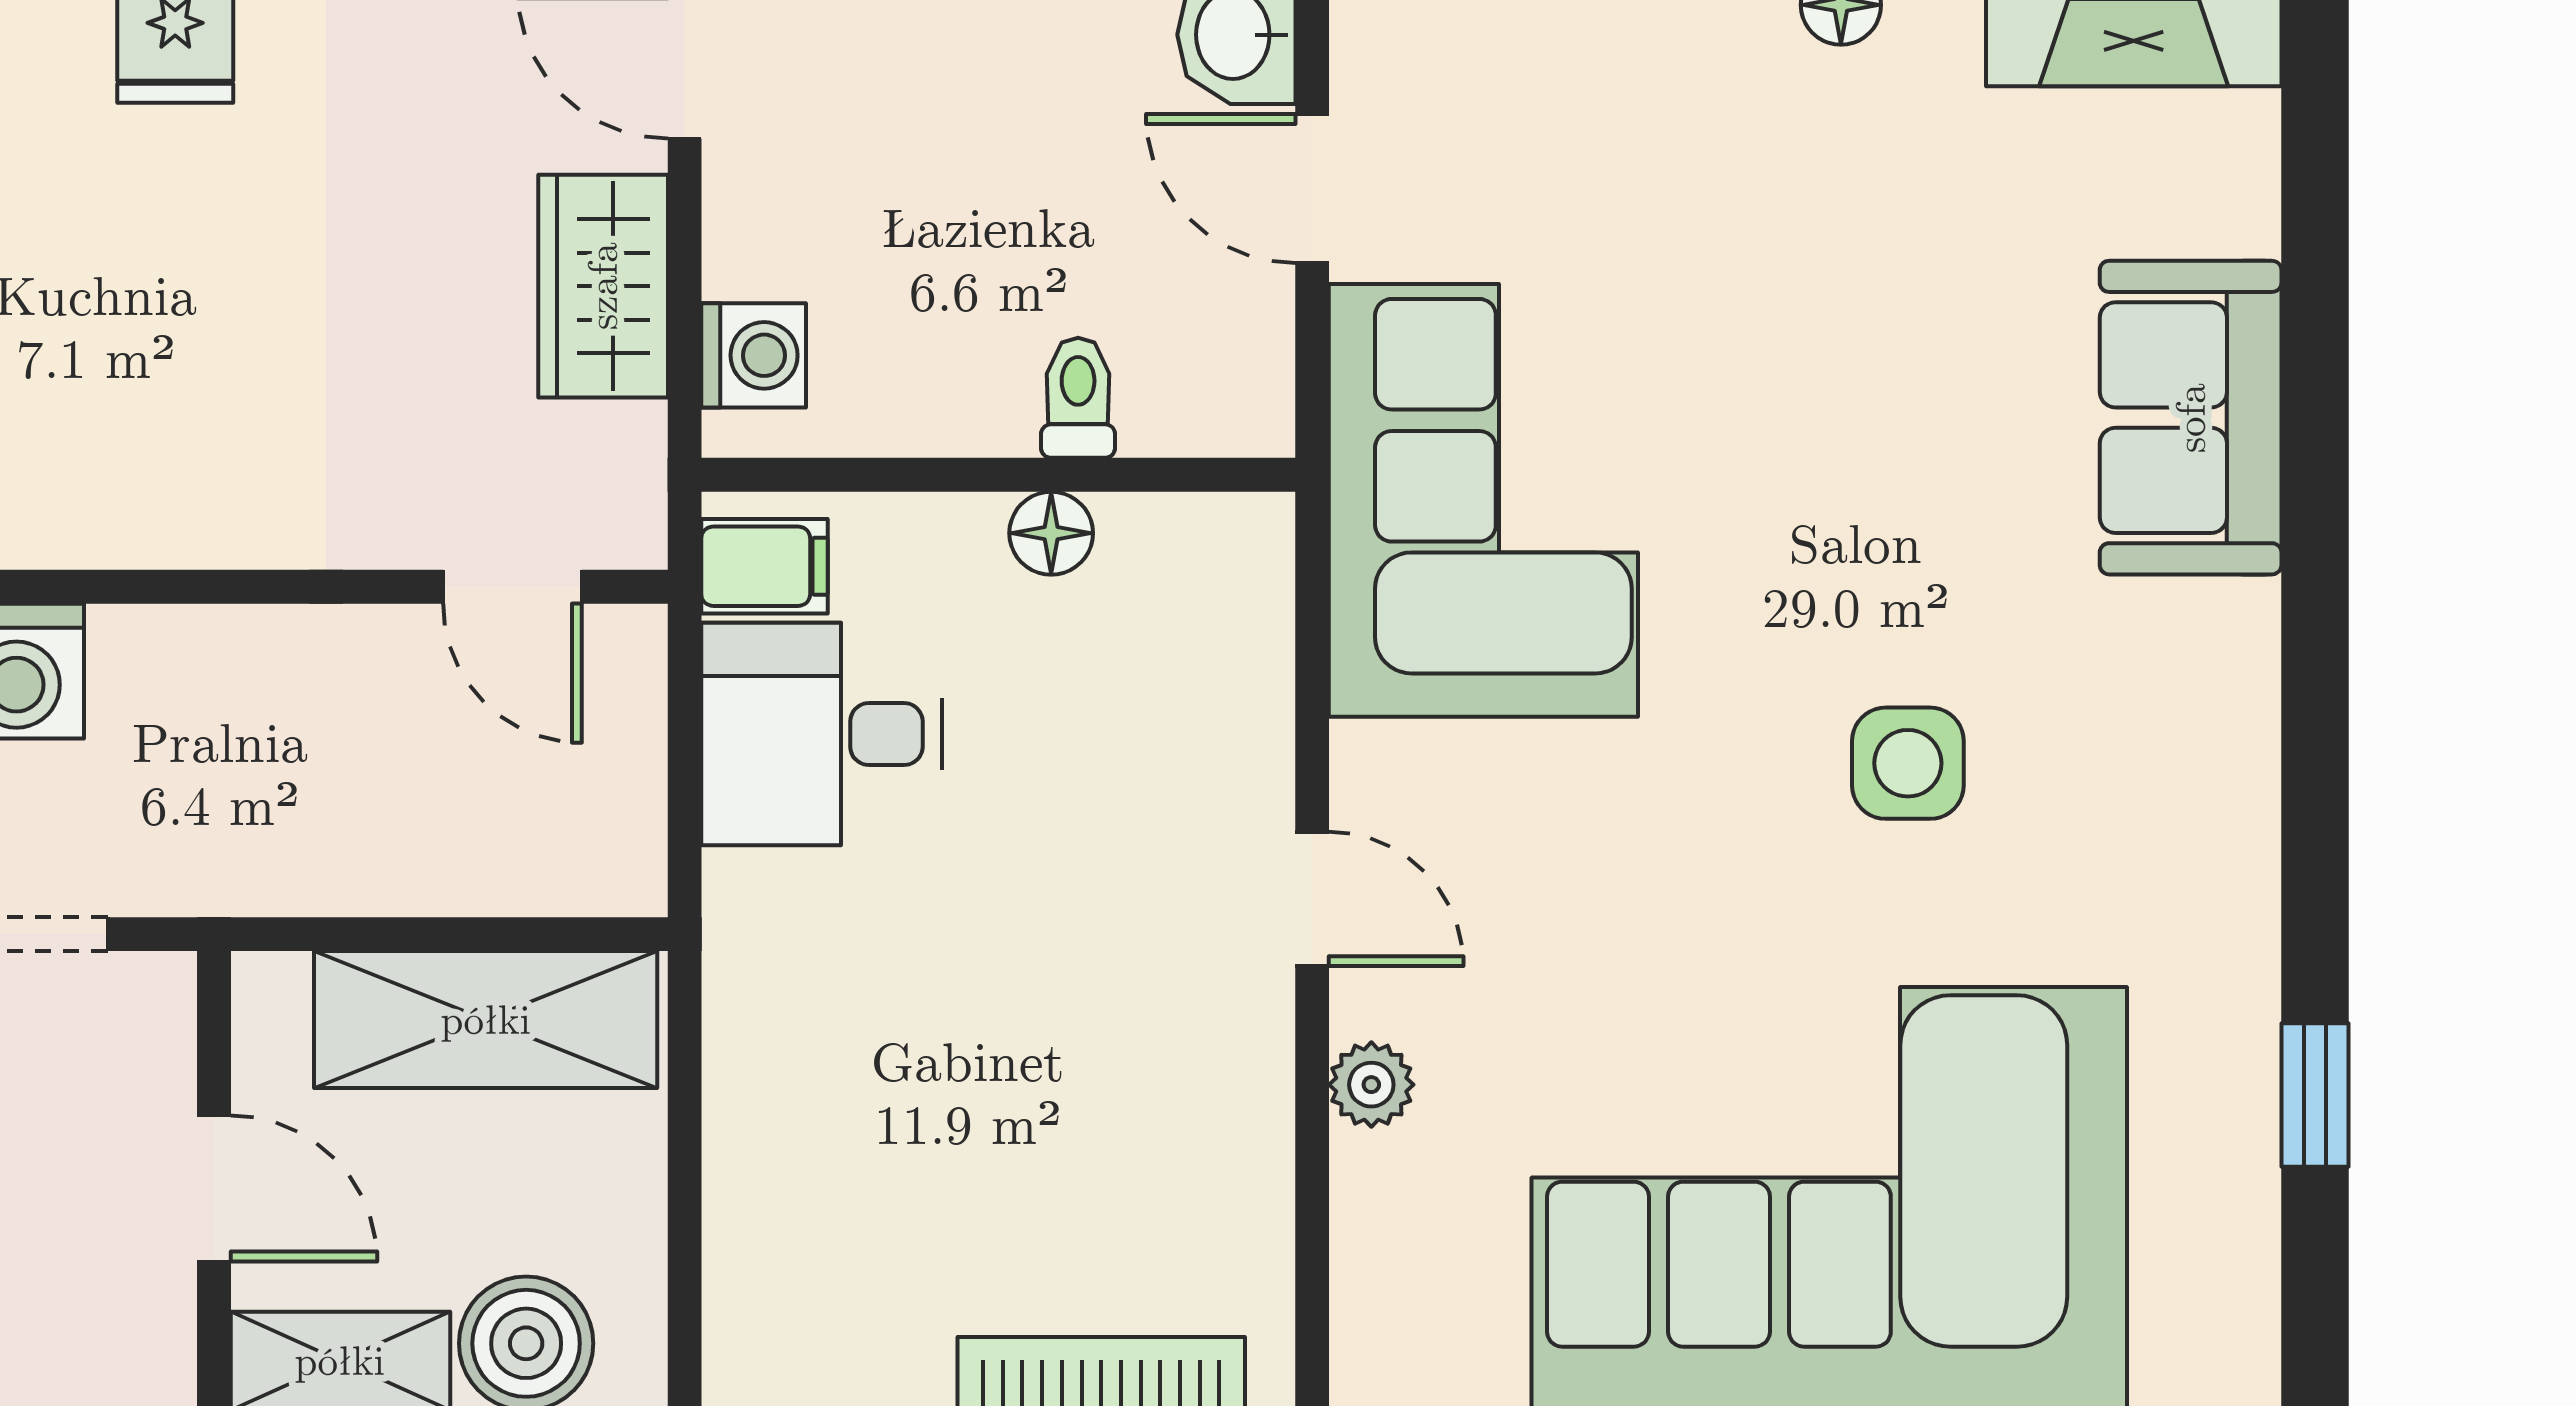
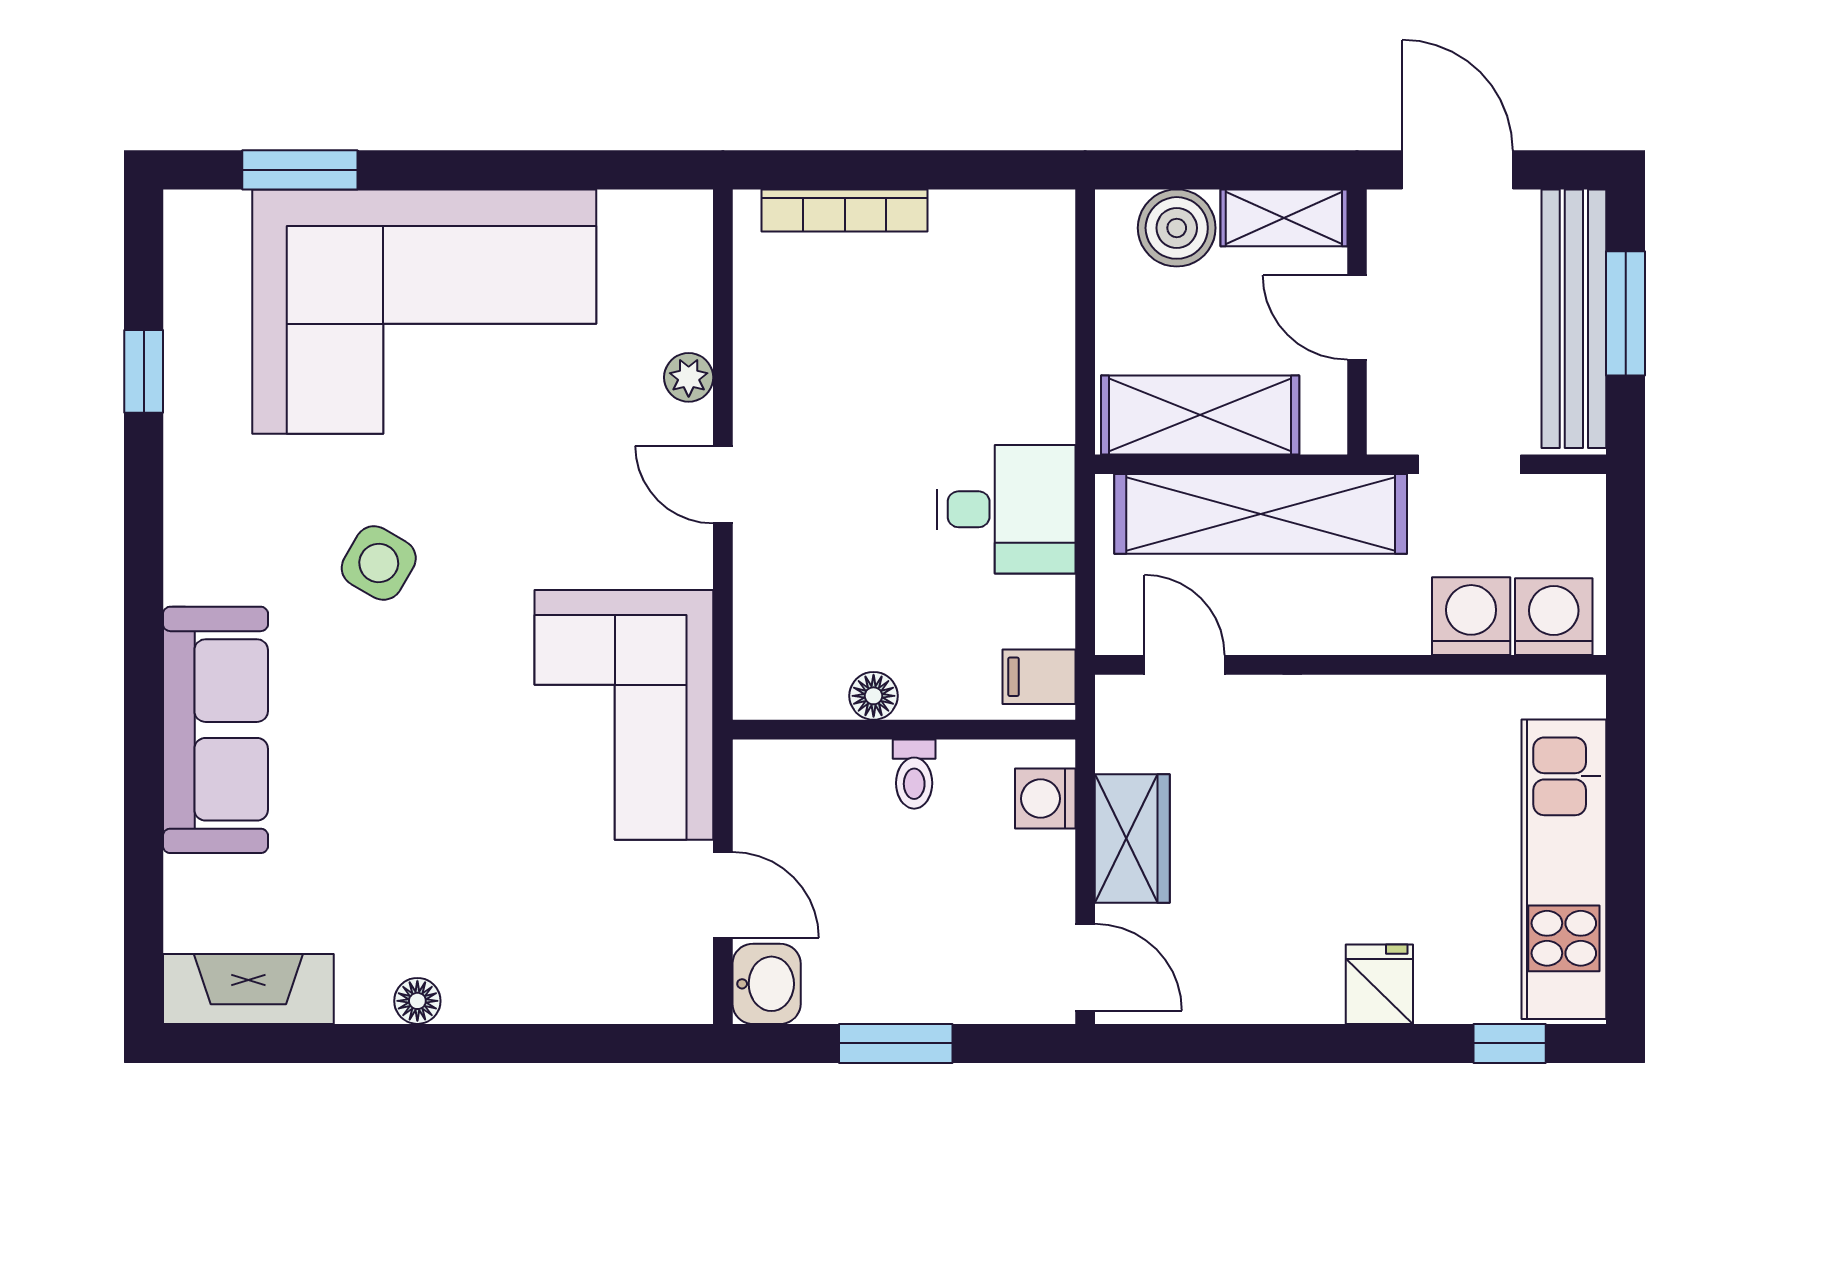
toilet: (1078, 398) -> (914, 774), moved
sofa: (2191, 418) -> (215, 730), width x1.36
desk: (822, 734) -> (1006, 509), moved
side table: (1908, 763) -> (379, 563), turned 30
shelving: (381, 848) -> (1261, 514), added

